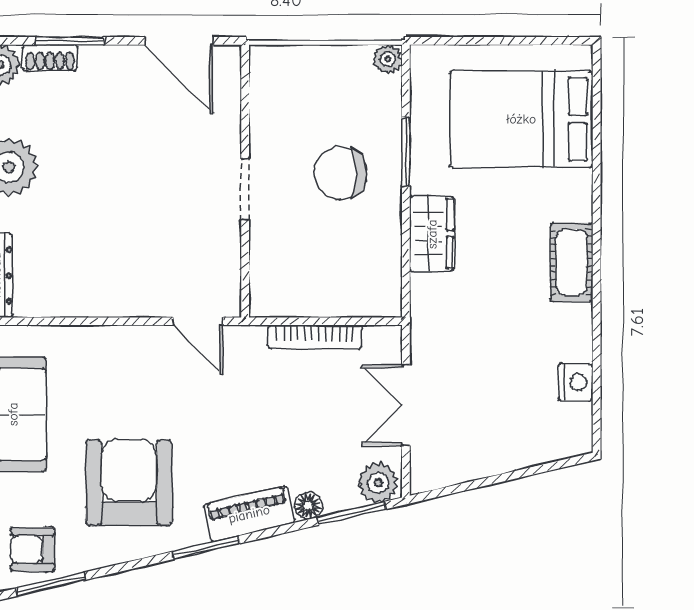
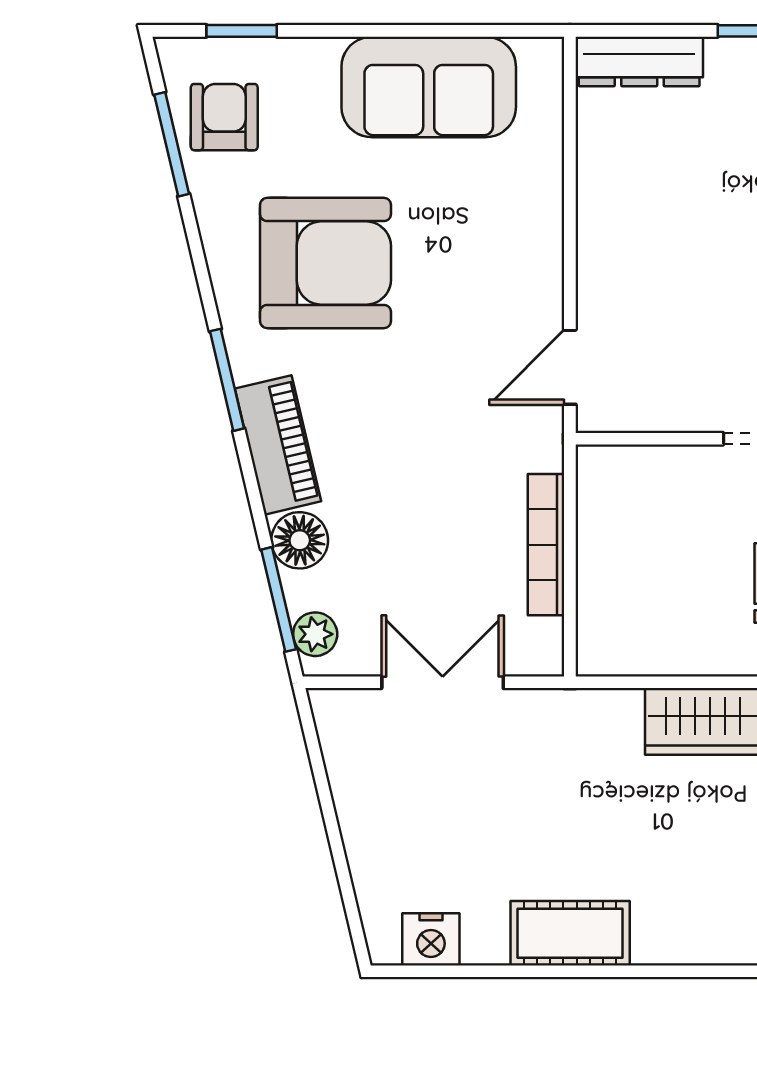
cot: (571, 262) -> (570, 933), moved
nightstand: (575, 382) -> (431, 939), moved
plant: (378, 483) -> (315, 634), width x0.73, depth x0.73
floor lamp: (308, 506) -> (300, 540), width x1.37, depth x1.37

